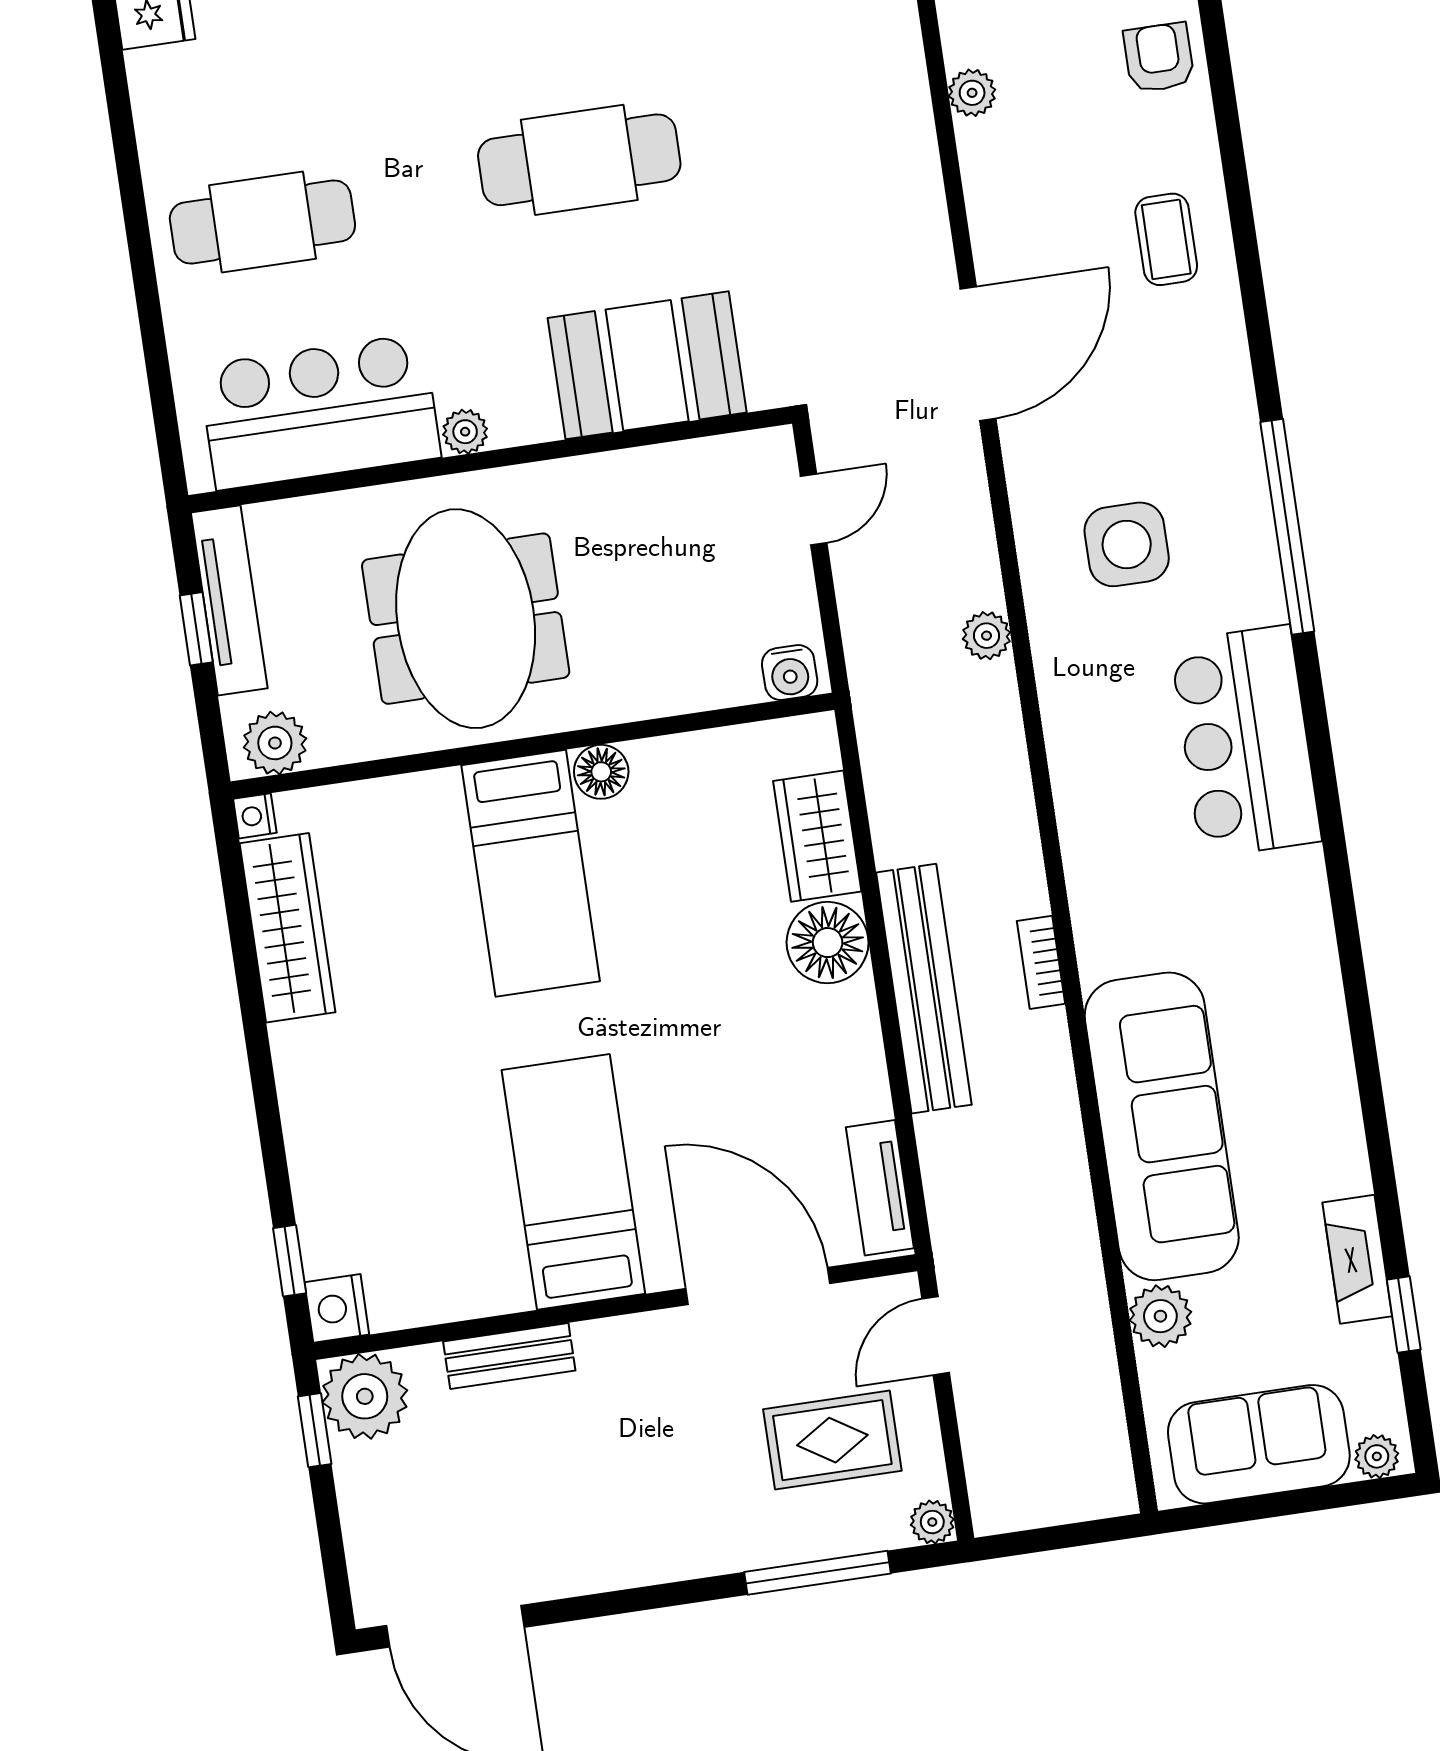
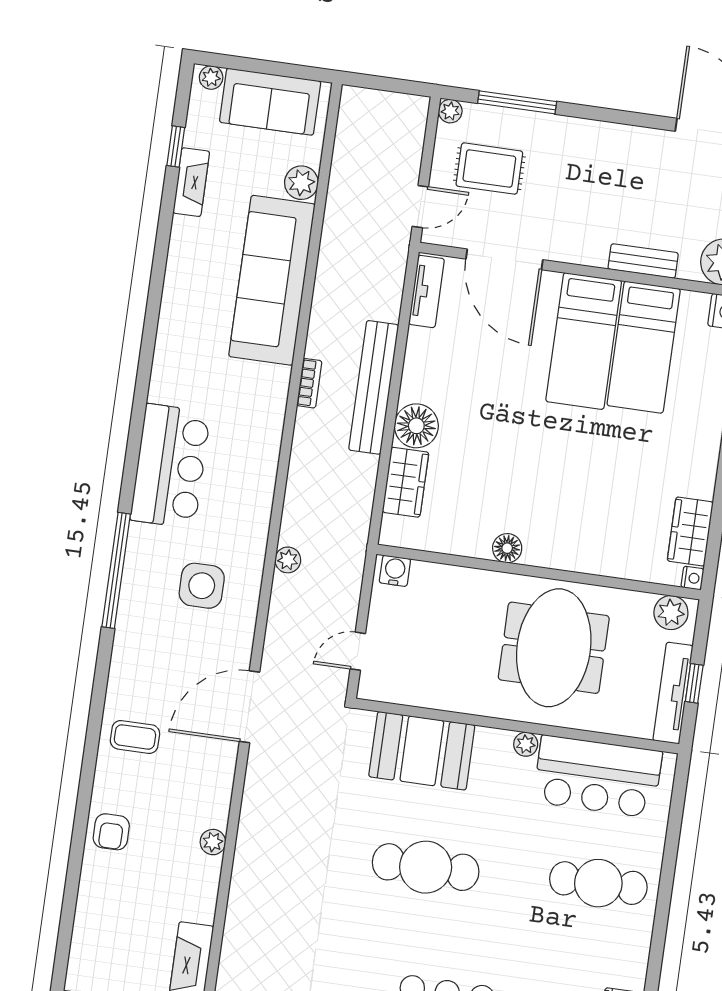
coffee table: (1166, 239) -> (135, 737), turned 90
bed: (531, 873) -> (644, 347), moved, turned 180
wardrobe: (288, 928) -> (690, 532), width x0.67

